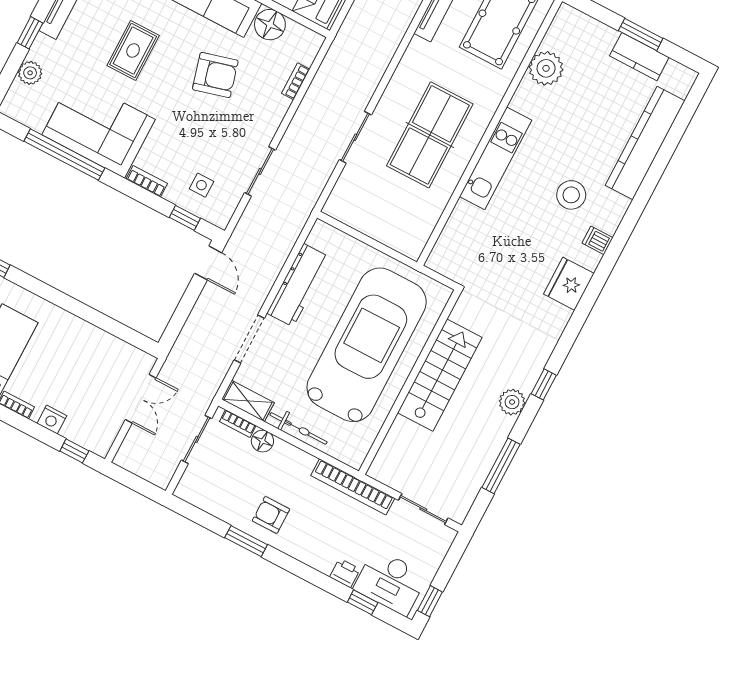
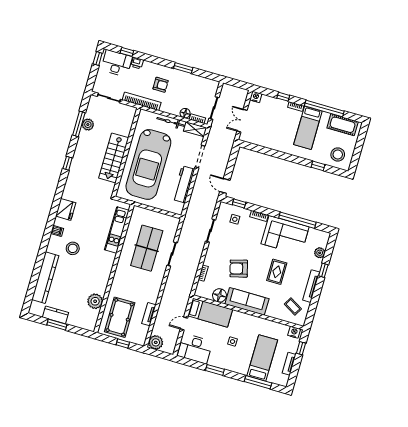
table tennis table: (430, 135) -> (147, 248), moved
kitchen unit: (496, 158) -> (117, 230), moved
plant: (512, 402) -> (88, 125), moved
nightstand: (52, 420) -> (256, 97), moved
window: (74, 451) -> (283, 97), moved
armchair: (271, 515) -> (161, 85), moved

